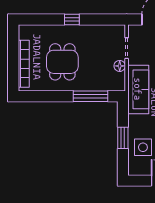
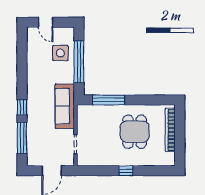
floor lamp: (120, 66) -> (82, 128), removed
window: (123, 138) -> (79, 62), width x2.11

